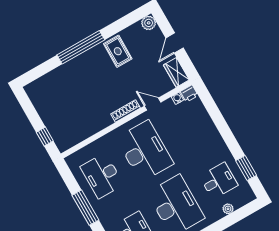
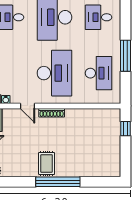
rug: (118, 51) -> (47, 163), moved
desk: (145, 151) -> (54, 73), turned 180

